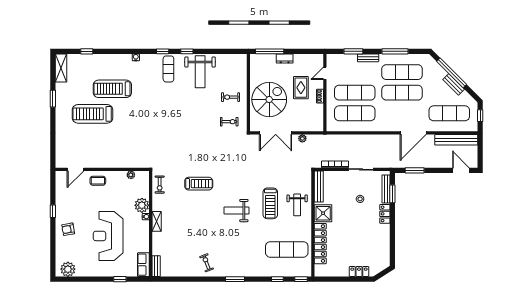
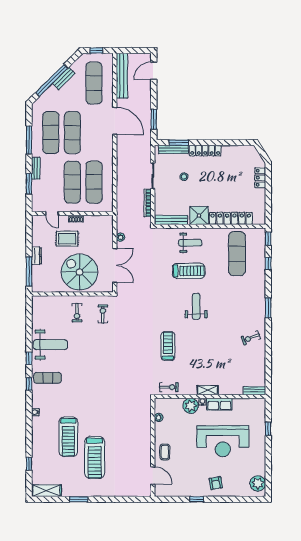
weight bench: (236, 211) -> (196, 306), turned 180
locker: (385, 214) -> (205, 151), width x1.53
row of seats: (143, 265) -> (219, 404), moved

